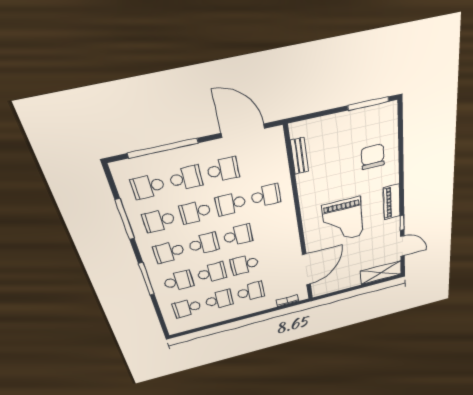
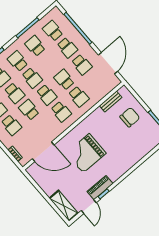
chair: (373, 157) -> (130, 117), moved
piano: (392, 202) -> (100, 188), moved
school desk: (195, 212) -> (61, 112), moved, turned 180

